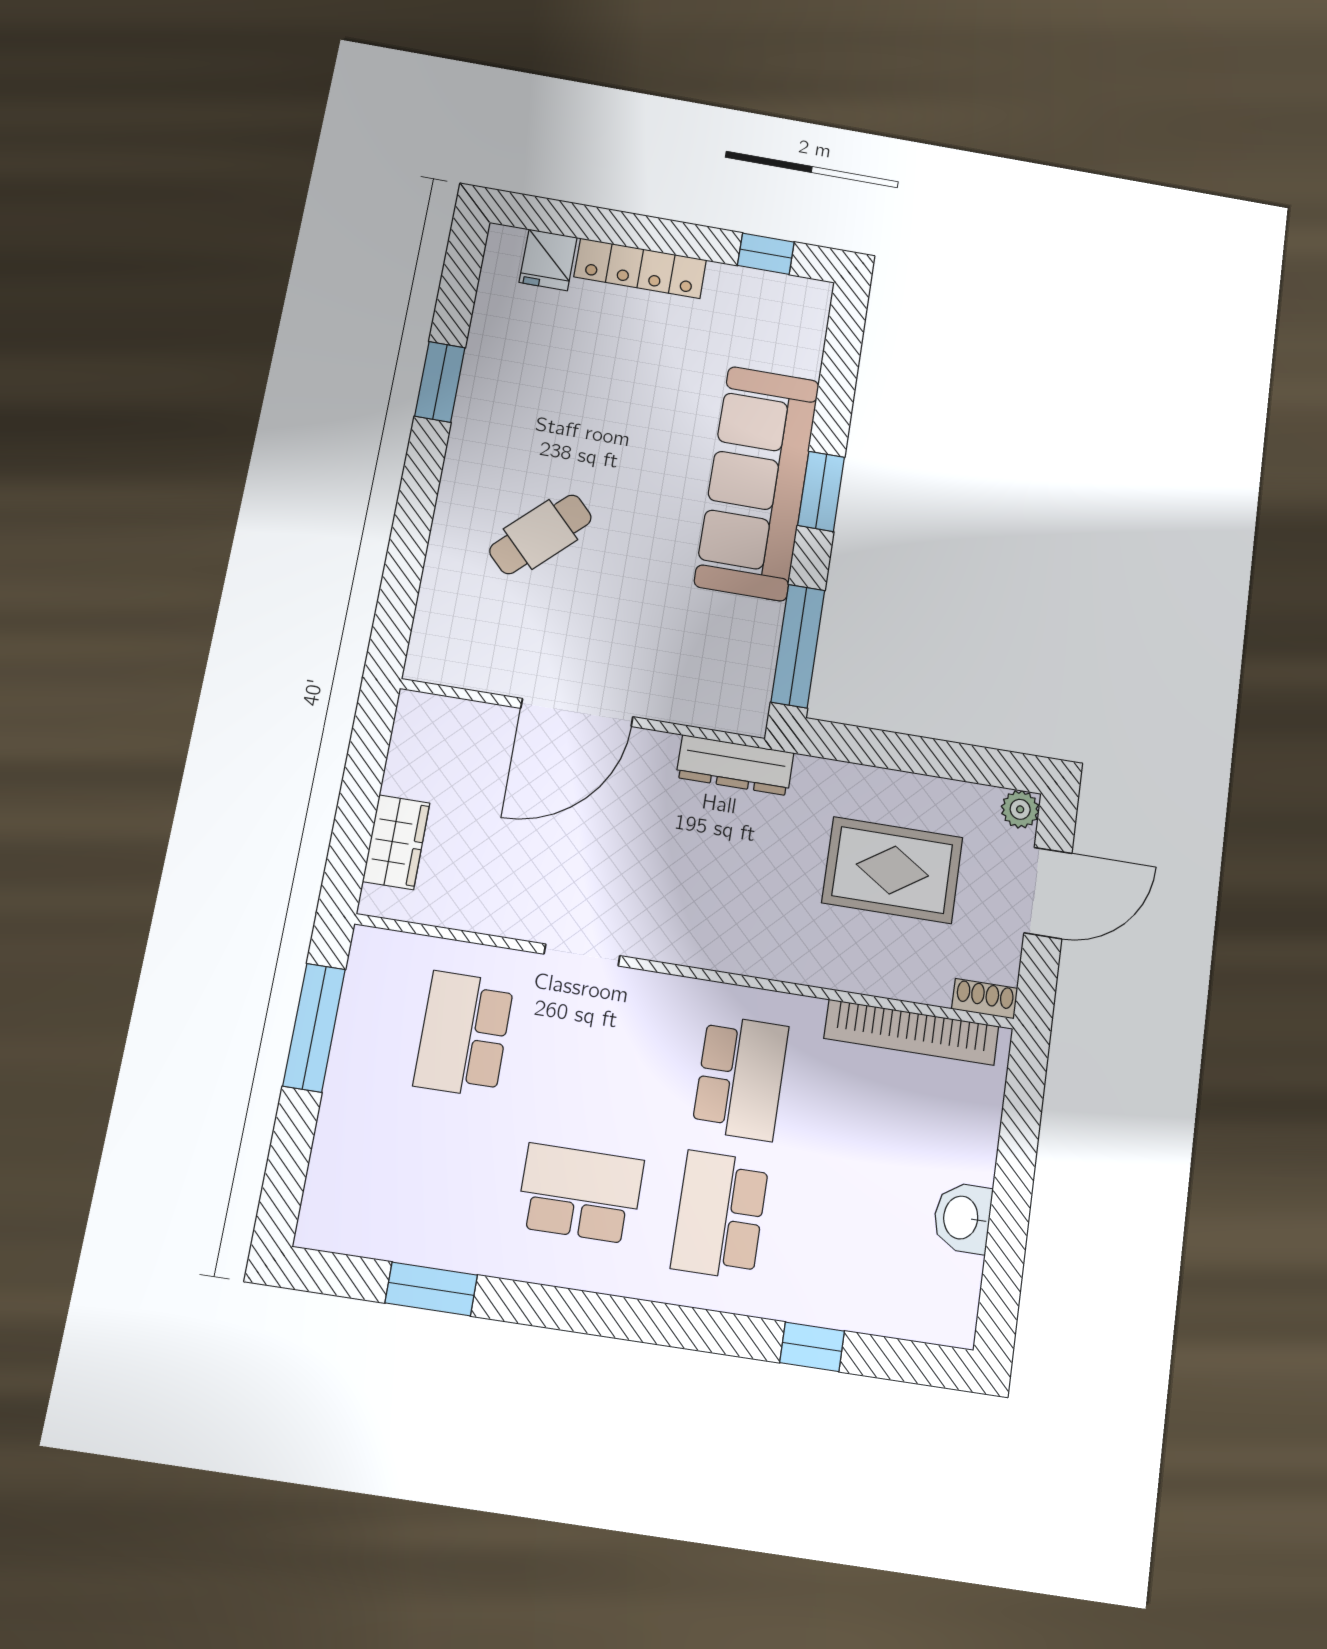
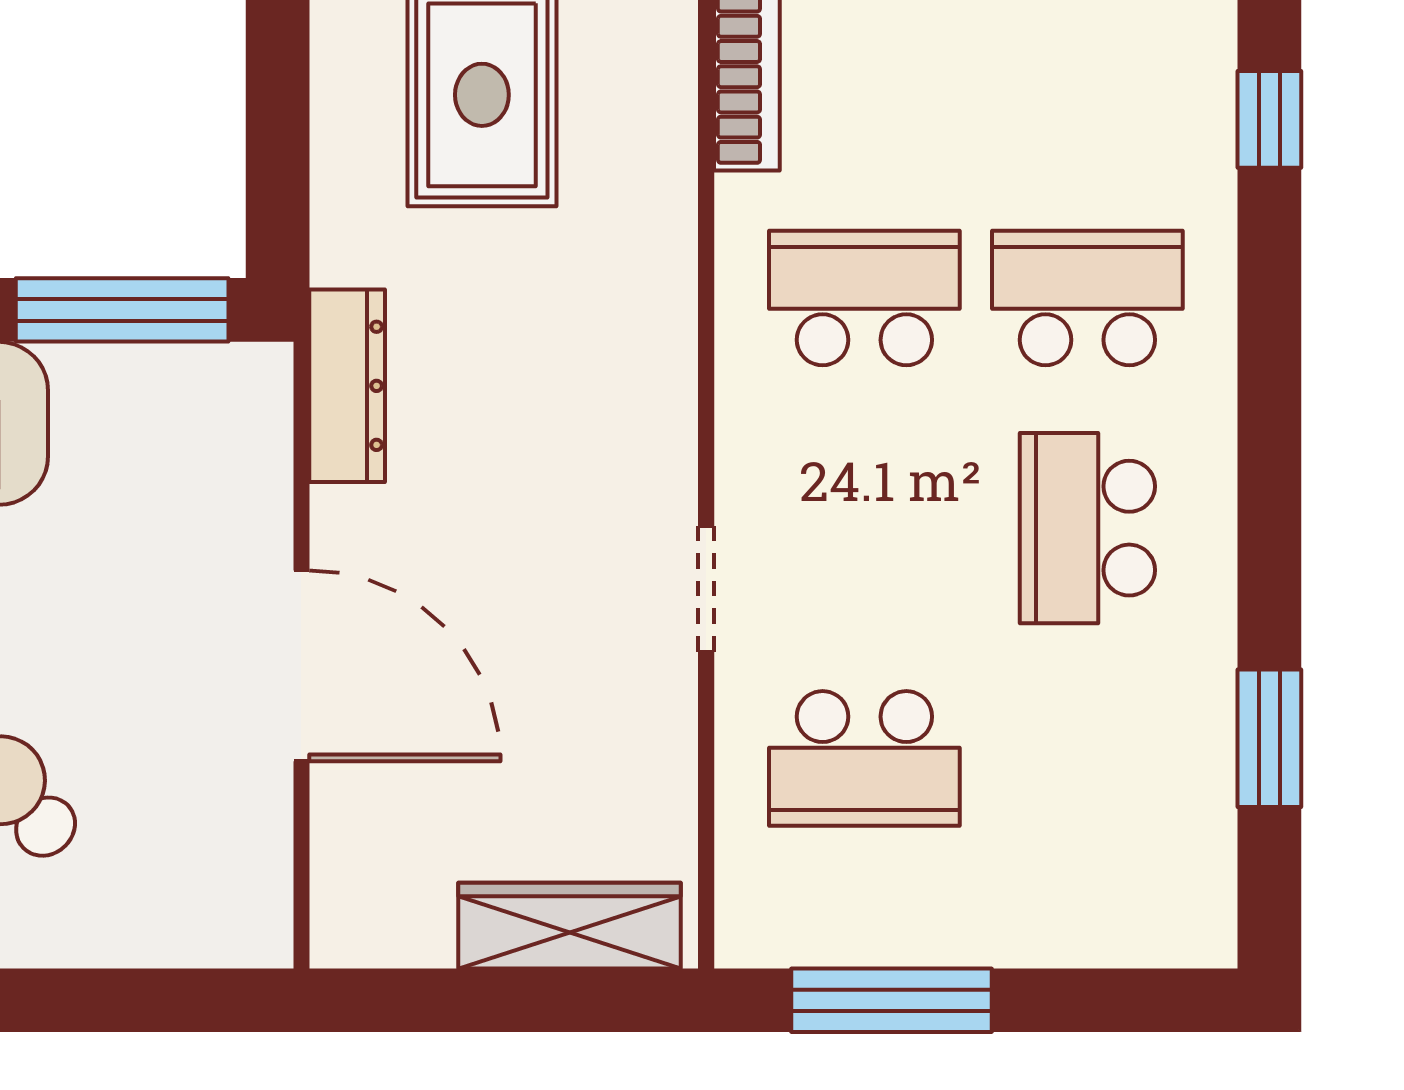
wardrobe: (396, 842) -> (569, 926), width x1.50
school desk: (720, 1215) -> (1087, 298), turned 180

